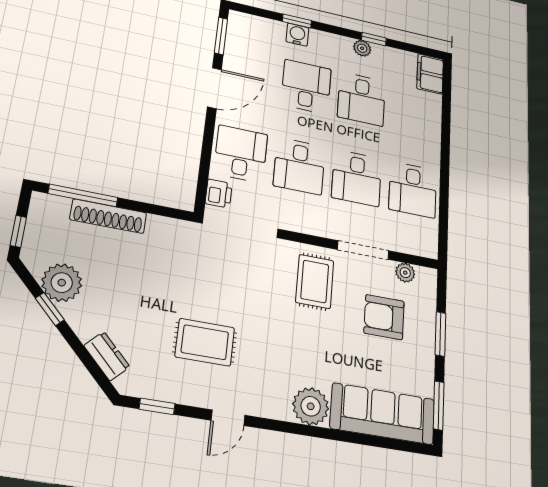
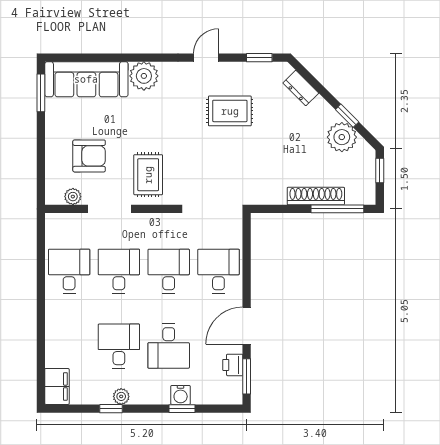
desk: (241, 154) -> (218, 271), turned 180
printer: (219, 193) -> (233, 365), moved
window: (440, 334) -> (41, 150), removed

